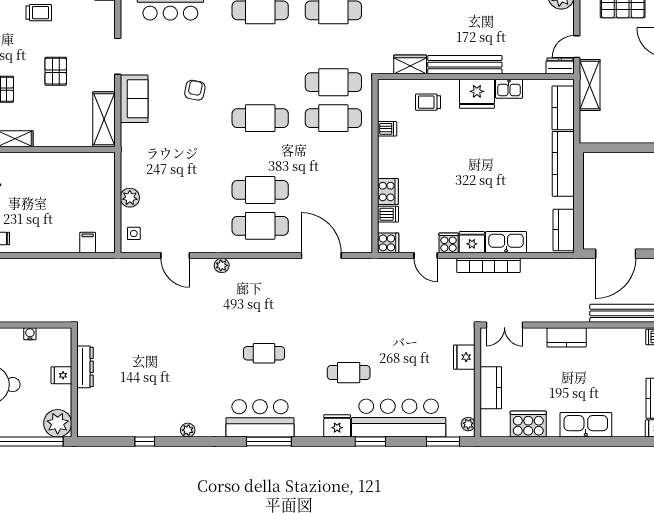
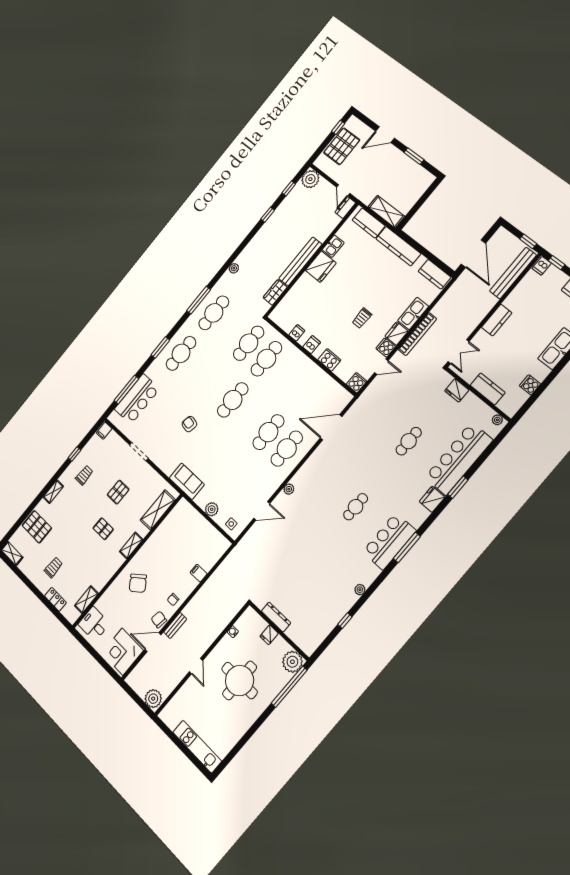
pallet: (56, 71) -> (118, 492), turned 90
shelving: (590, 85) -> (386, 212), moved
sofa: (134, 99) -> (187, 481), moved
trolley: (428, 102) -> (362, 318), moved
shelving: (104, 119) -> (158, 510), moved, turned 90
dishwasher: (388, 214) -> (312, 345), moved
filing cabinet: (88, 243) -> (199, 573), moved
cafe table: (349, 373) -> (409, 441), moved
cooker: (528, 424) -> (530, 385), width x0.53, depth x0.76
window: (443, 442) -> (495, 443), removed

